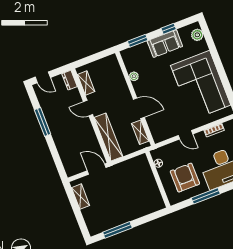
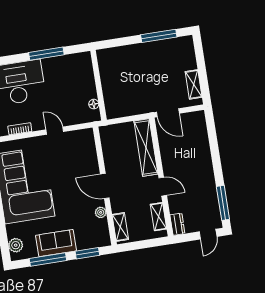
window: (169, 29) -> (48, 260), width x2.17
door: (43, 77) -> (208, 234), swing flipped
door: (139, 108) -> (105, 186), moved
window: (43, 122) -> (223, 203), moved
shelving: (140, 132) -> (120, 227), moved
armchair: (185, 178) -> (66, 81), removed

